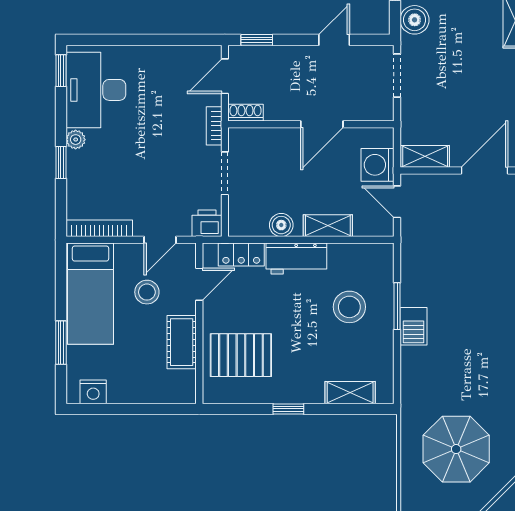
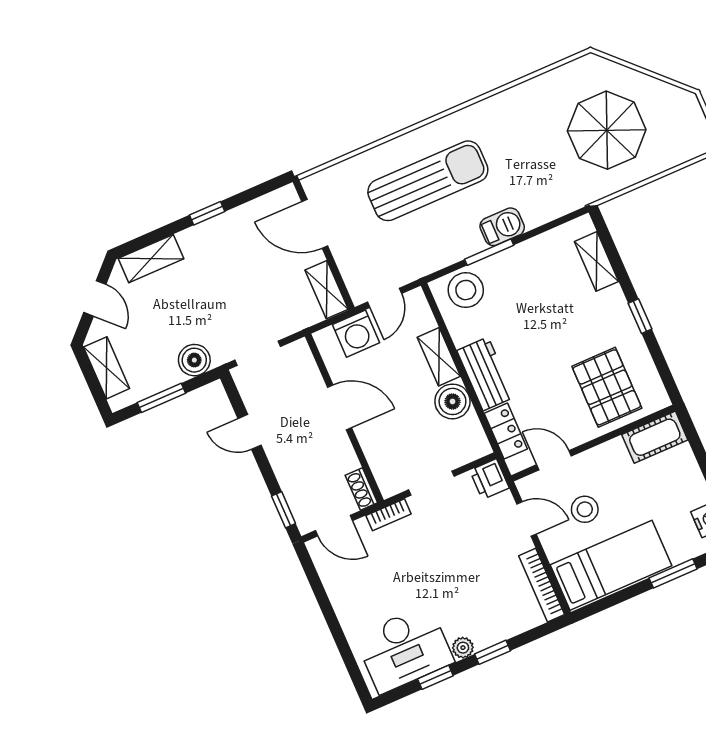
window: (61, 71) -> (435, 677), moved
boiler: (281, 225) -> (452, 401), width x1.36, depth x1.36
sun lounger: (479, 281) -> (428, 181), added
stool: (349, 307) -> (466, 290), moved
cot: (182, 342) -> (655, 437), moved

